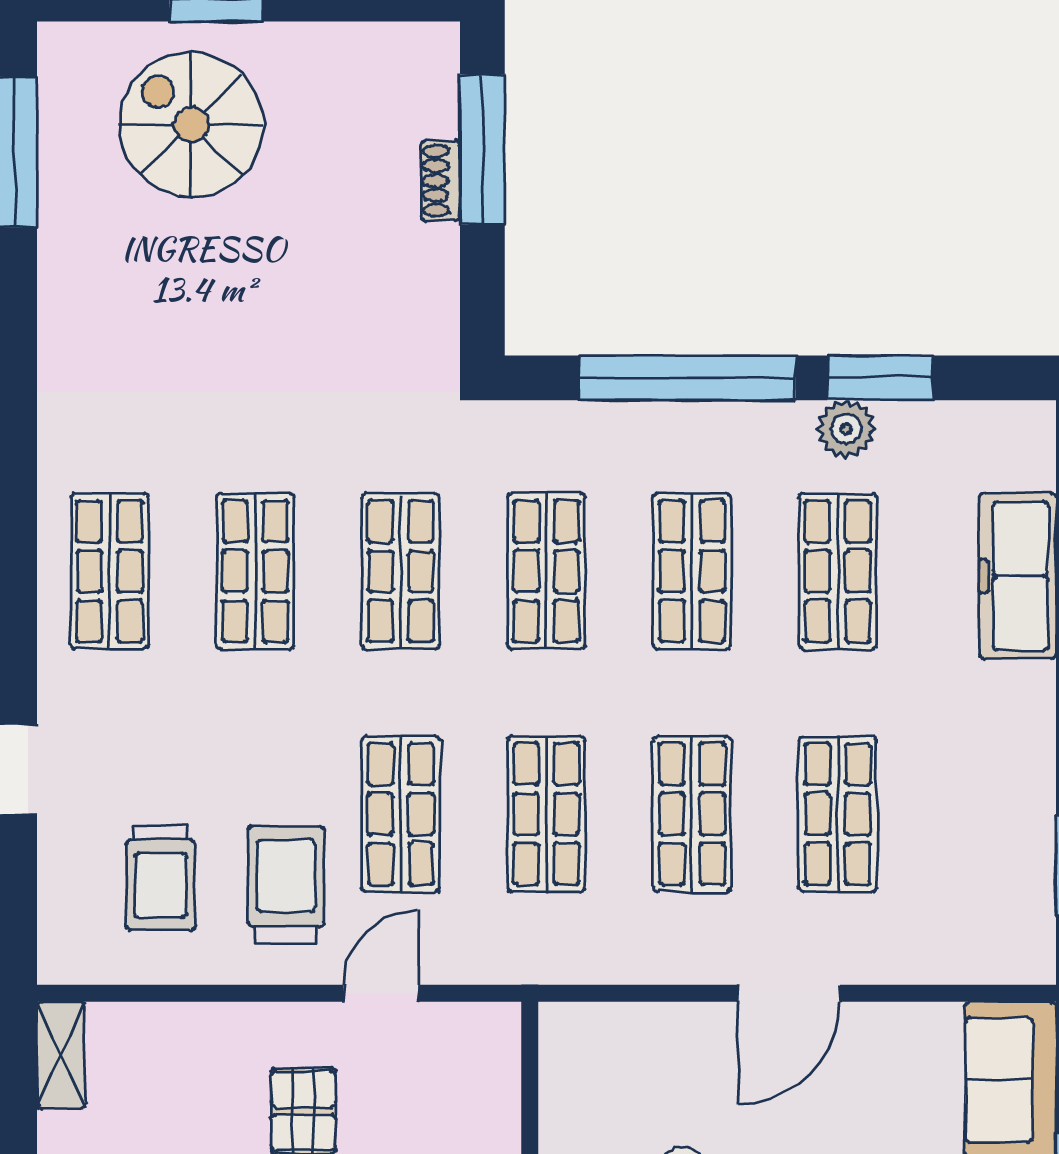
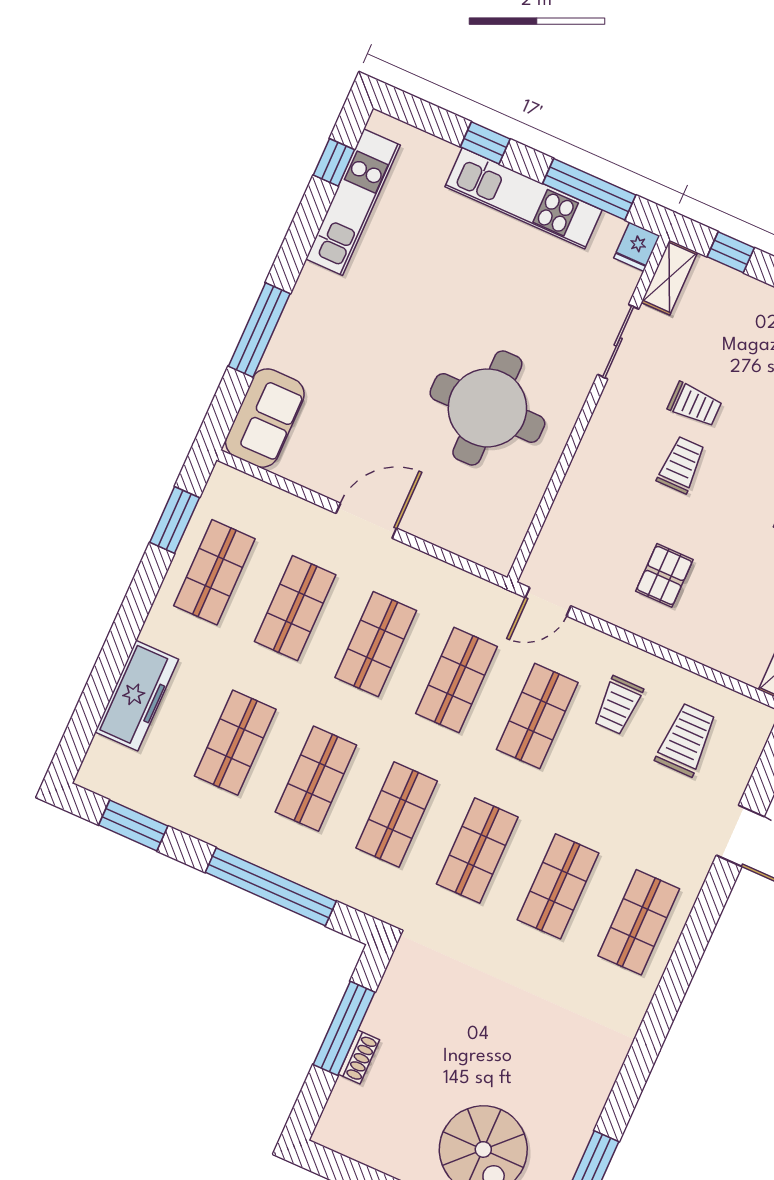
window: (482, 150) -> (344, 1028), moved
window: (880, 378) -> (133, 826), moved
plant: (846, 429) -> (195, 820), removed
shop shelf: (983, 814) -> (214, 572), added
trolley: (286, 884) -> (618, 705), width x0.73, depth x0.72
door: (381, 993) -> (548, 602), moved

